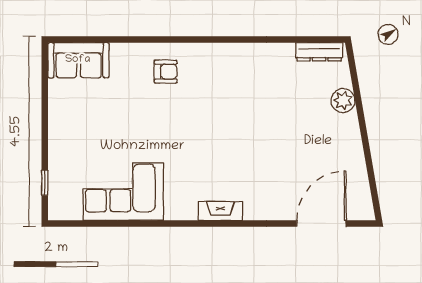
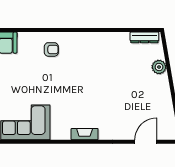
door: (321, 224) -> (146, 142), width x0.73

